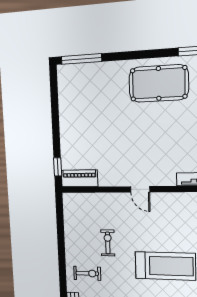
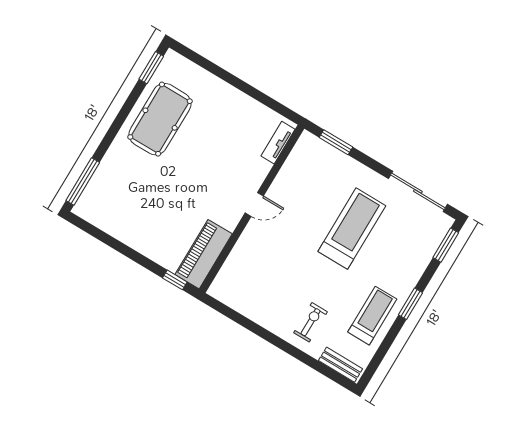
piano: (79, 178) -> (204, 254), width x1.37, depth x1.33
exercise bike: (108, 243) -> (290, 276), removed

